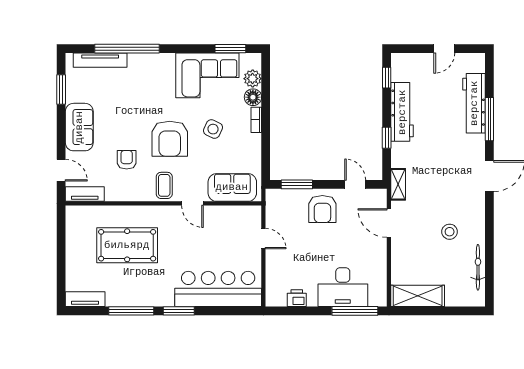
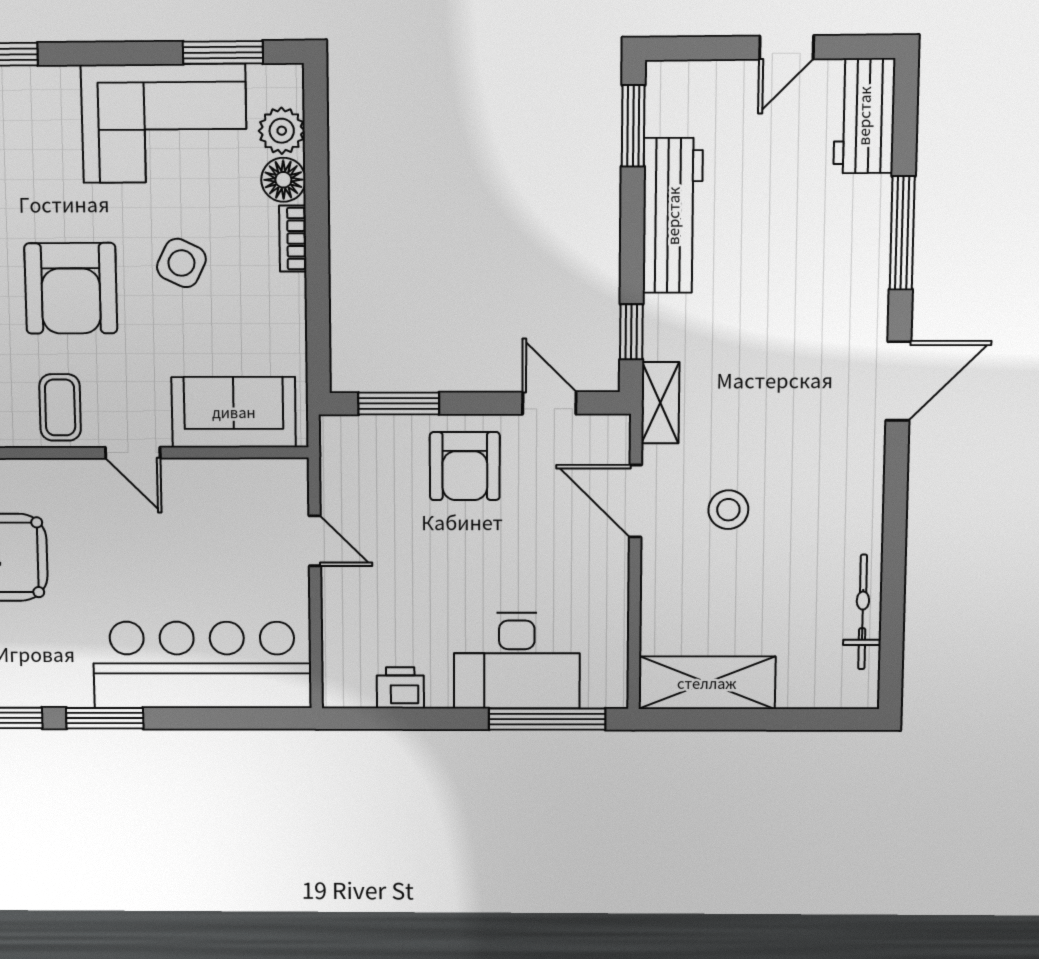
window: (387, 78) -> (633, 126), width x1.50
workbench: (474, 103) -> (864, 116), moved, width x0.73
window: (387, 138) -> (631, 332), moved
stool: (450, 232) -> (728, 510), moved

